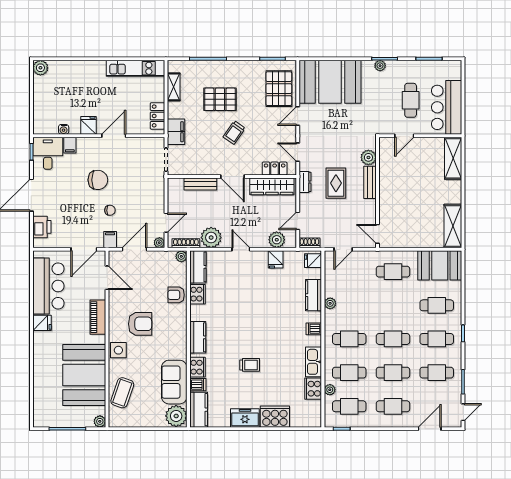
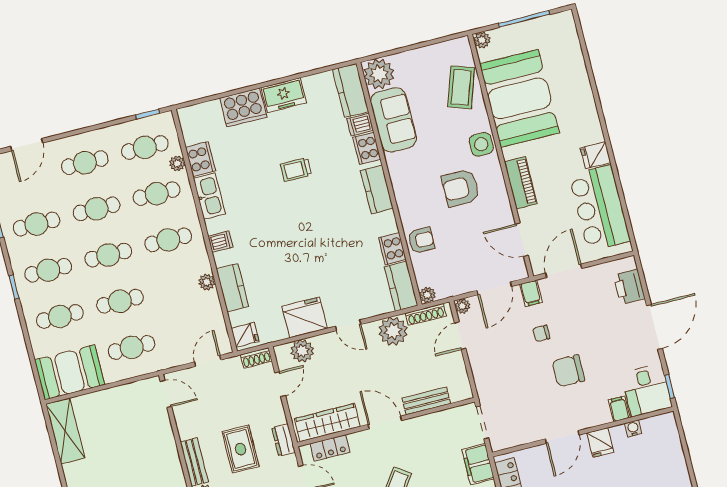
fridge: (276, 259) -> (305, 317), width x1.88, depth x1.34
cafe table: (393, 305) -> (120, 301), added

